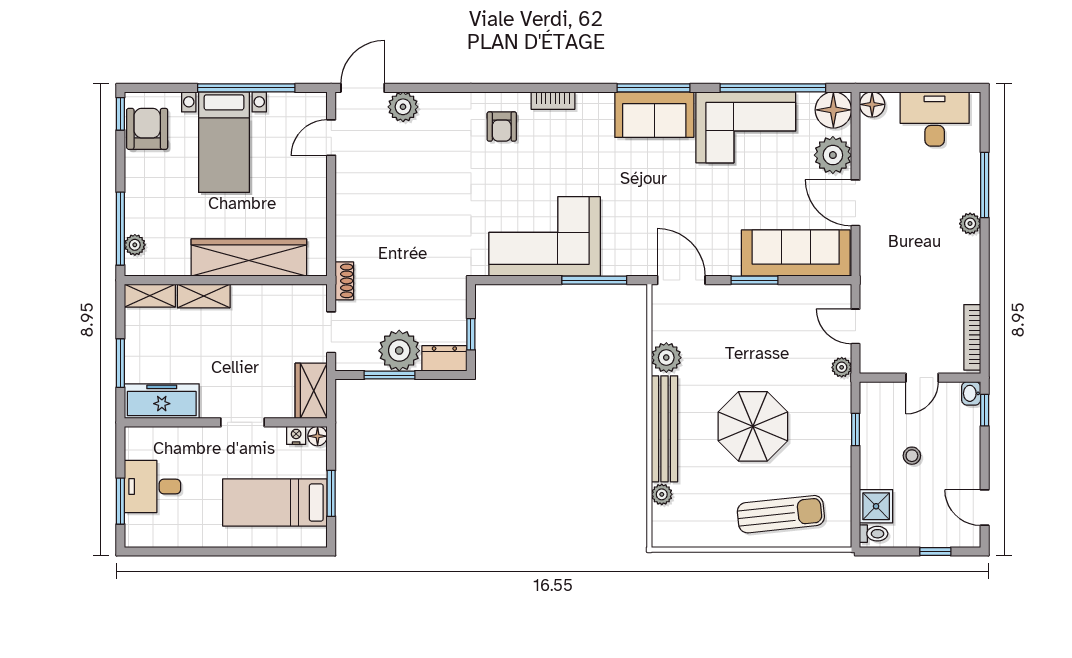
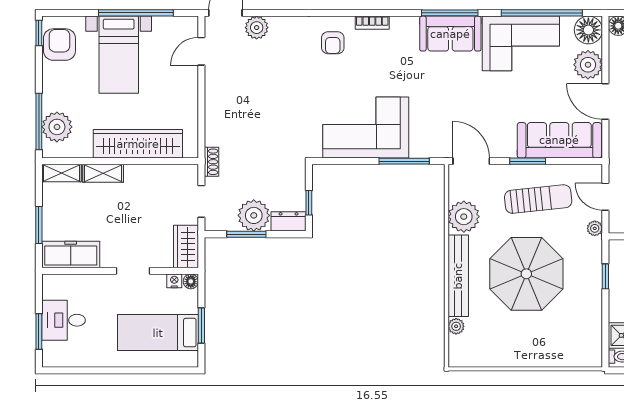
plant: (135, 245) -> (57, 127), width x1.87, depth x1.87
plant: (666, 358) -> (464, 217), width x1.36, depth x1.36
parasol: (753, 426) -> (526, 274), width x1.36, depth x1.36
sun lounger: (781, 514) -> (538, 199), moved

